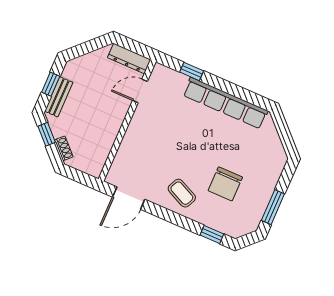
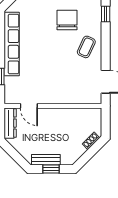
bench: (59, 97) -> (46, 160), moved
window: (47, 134) -> (86, 157), removed
chair: (225, 184) -> (67, 20), turned -90

